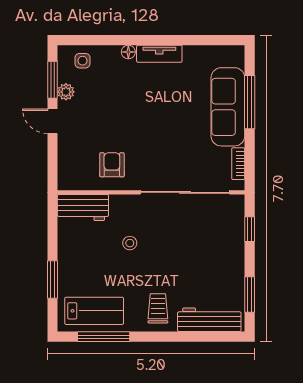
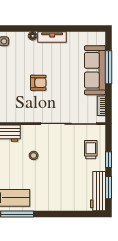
armchair: (112, 165) -> (38, 83), moved, turned 90
window: (250, 229) -> (109, 160), moved
trolley: (158, 308) -> (91, 150), moved
workbench: (209, 320) -> (98, 191), moved, turned -90

